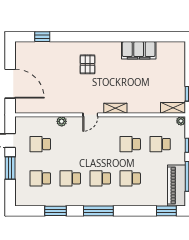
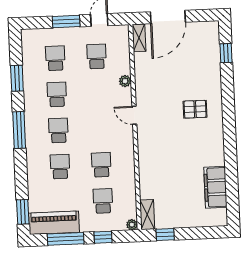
filing cabinet: (139, 50) -> (215, 187), moved
shelving: (115, 108) -> (139, 38), moved

